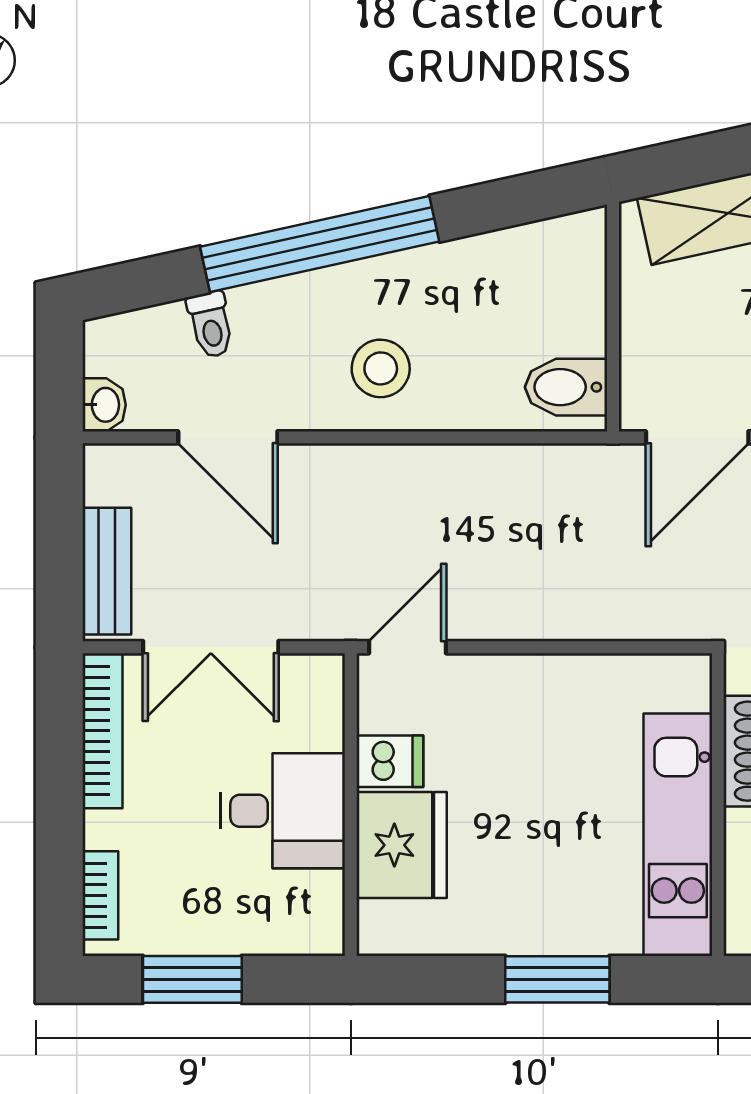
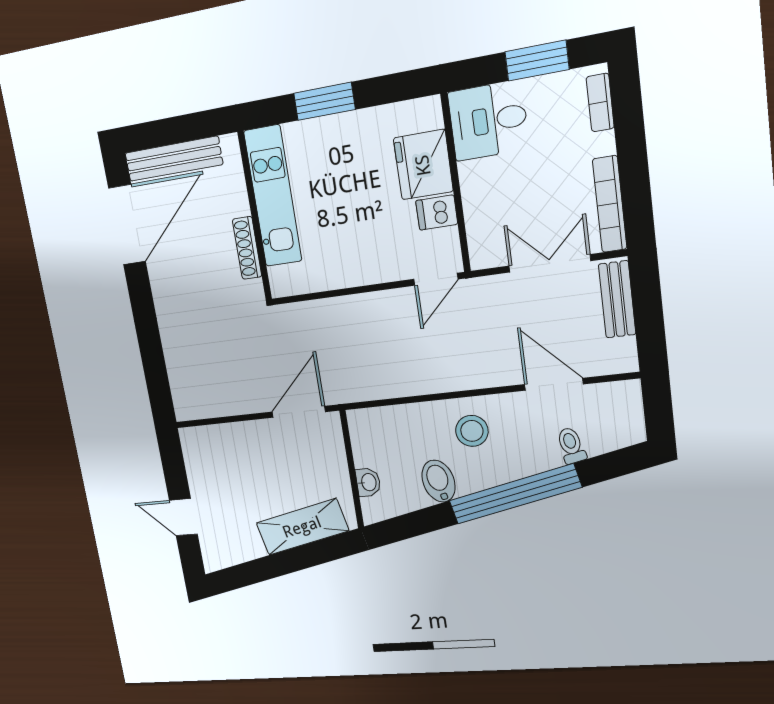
bidet: (566, 387) -> (439, 481), moved, turned -102
washbasin: (104, 405) -> (368, 482), moved, turned 180
desk: (283, 811) -> (488, 121), moved

